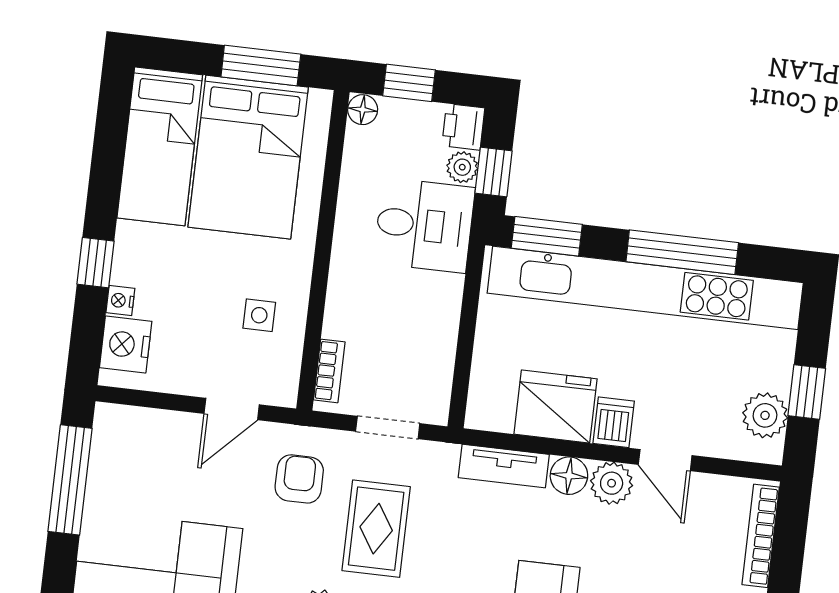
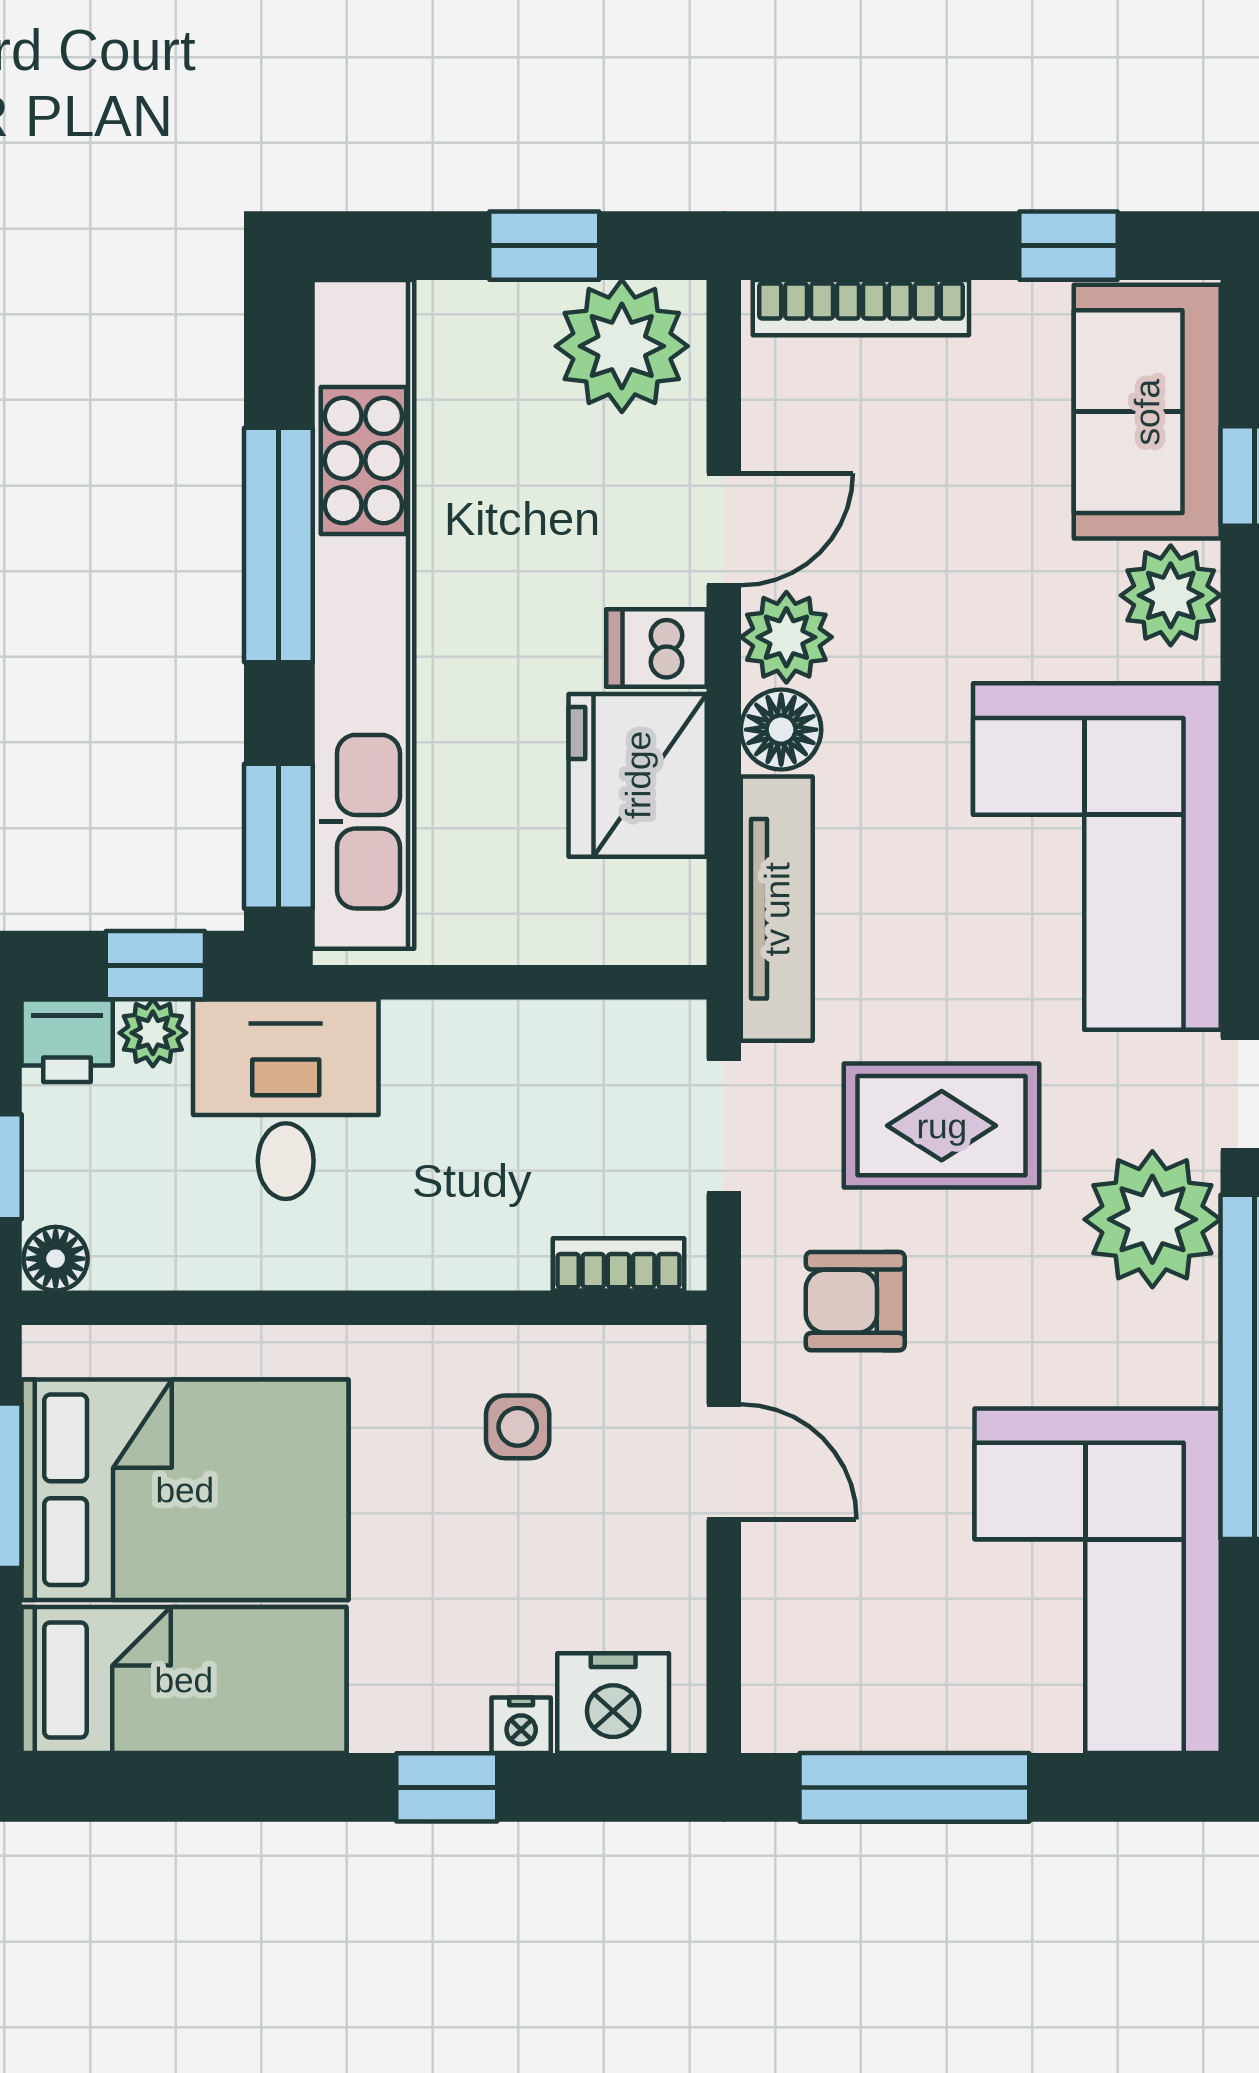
plant: (765, 415) -> (622, 346), width x1.36, depth x1.36
tv unit: (504, 466) -> (777, 909), width x1.41

